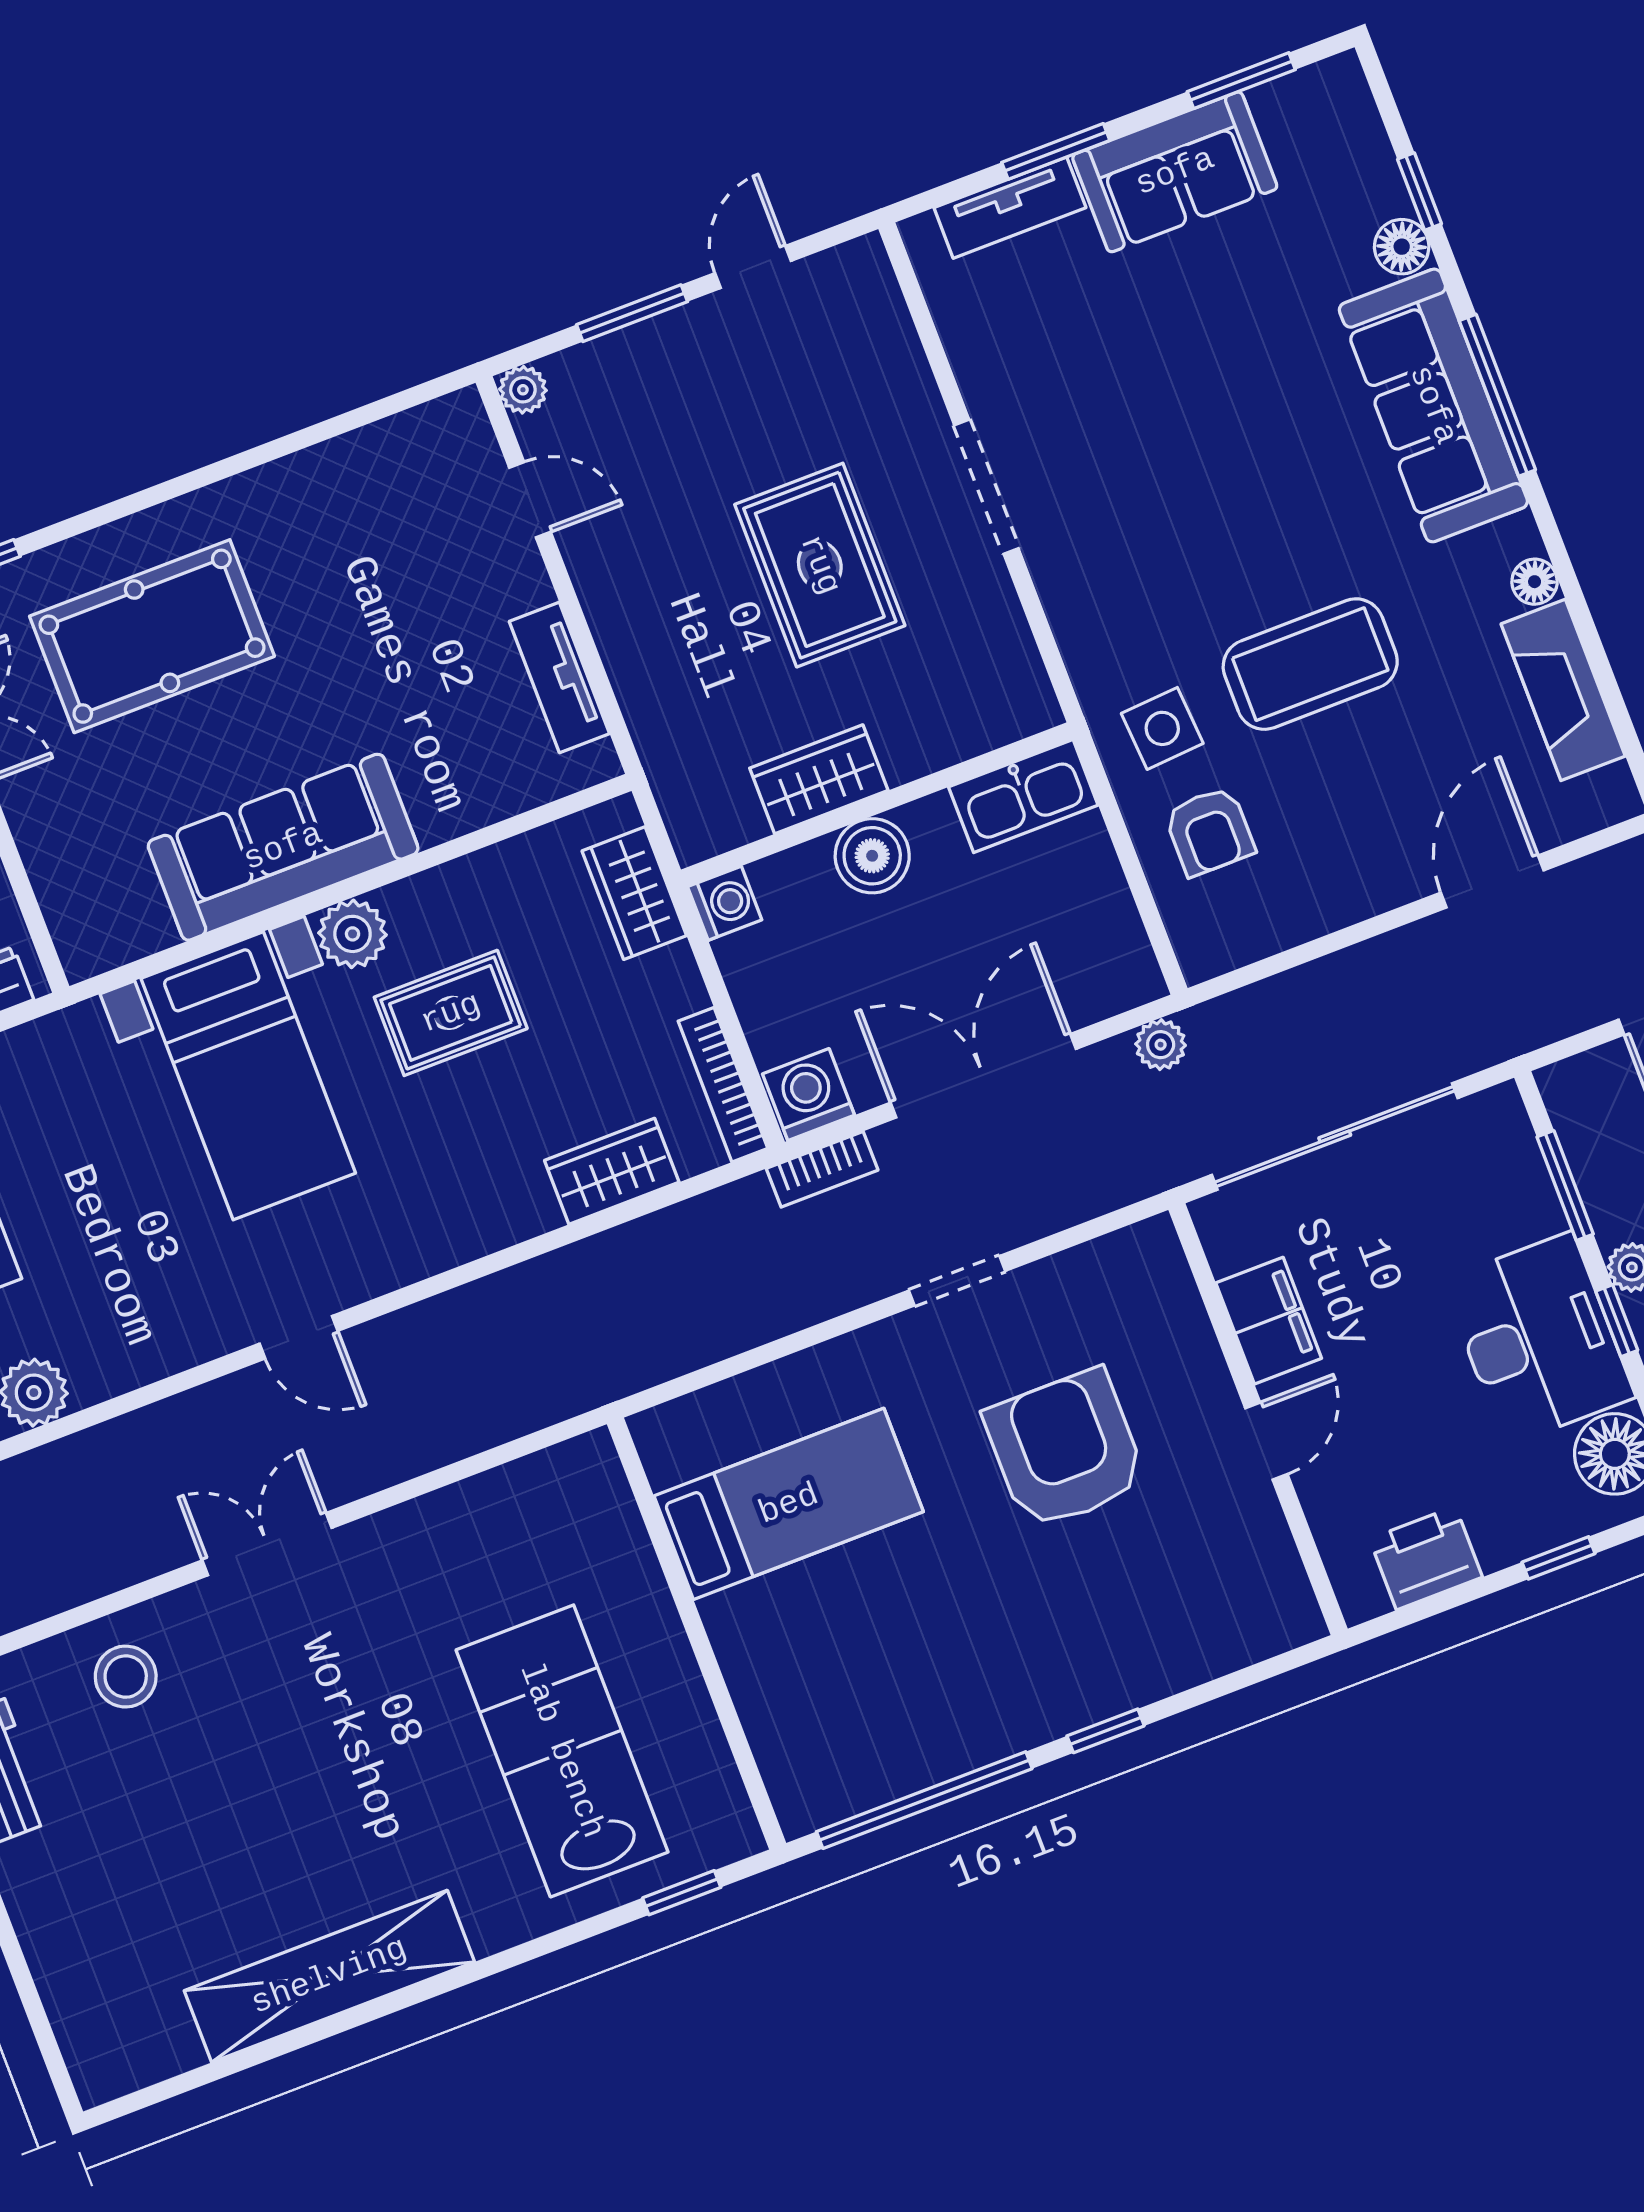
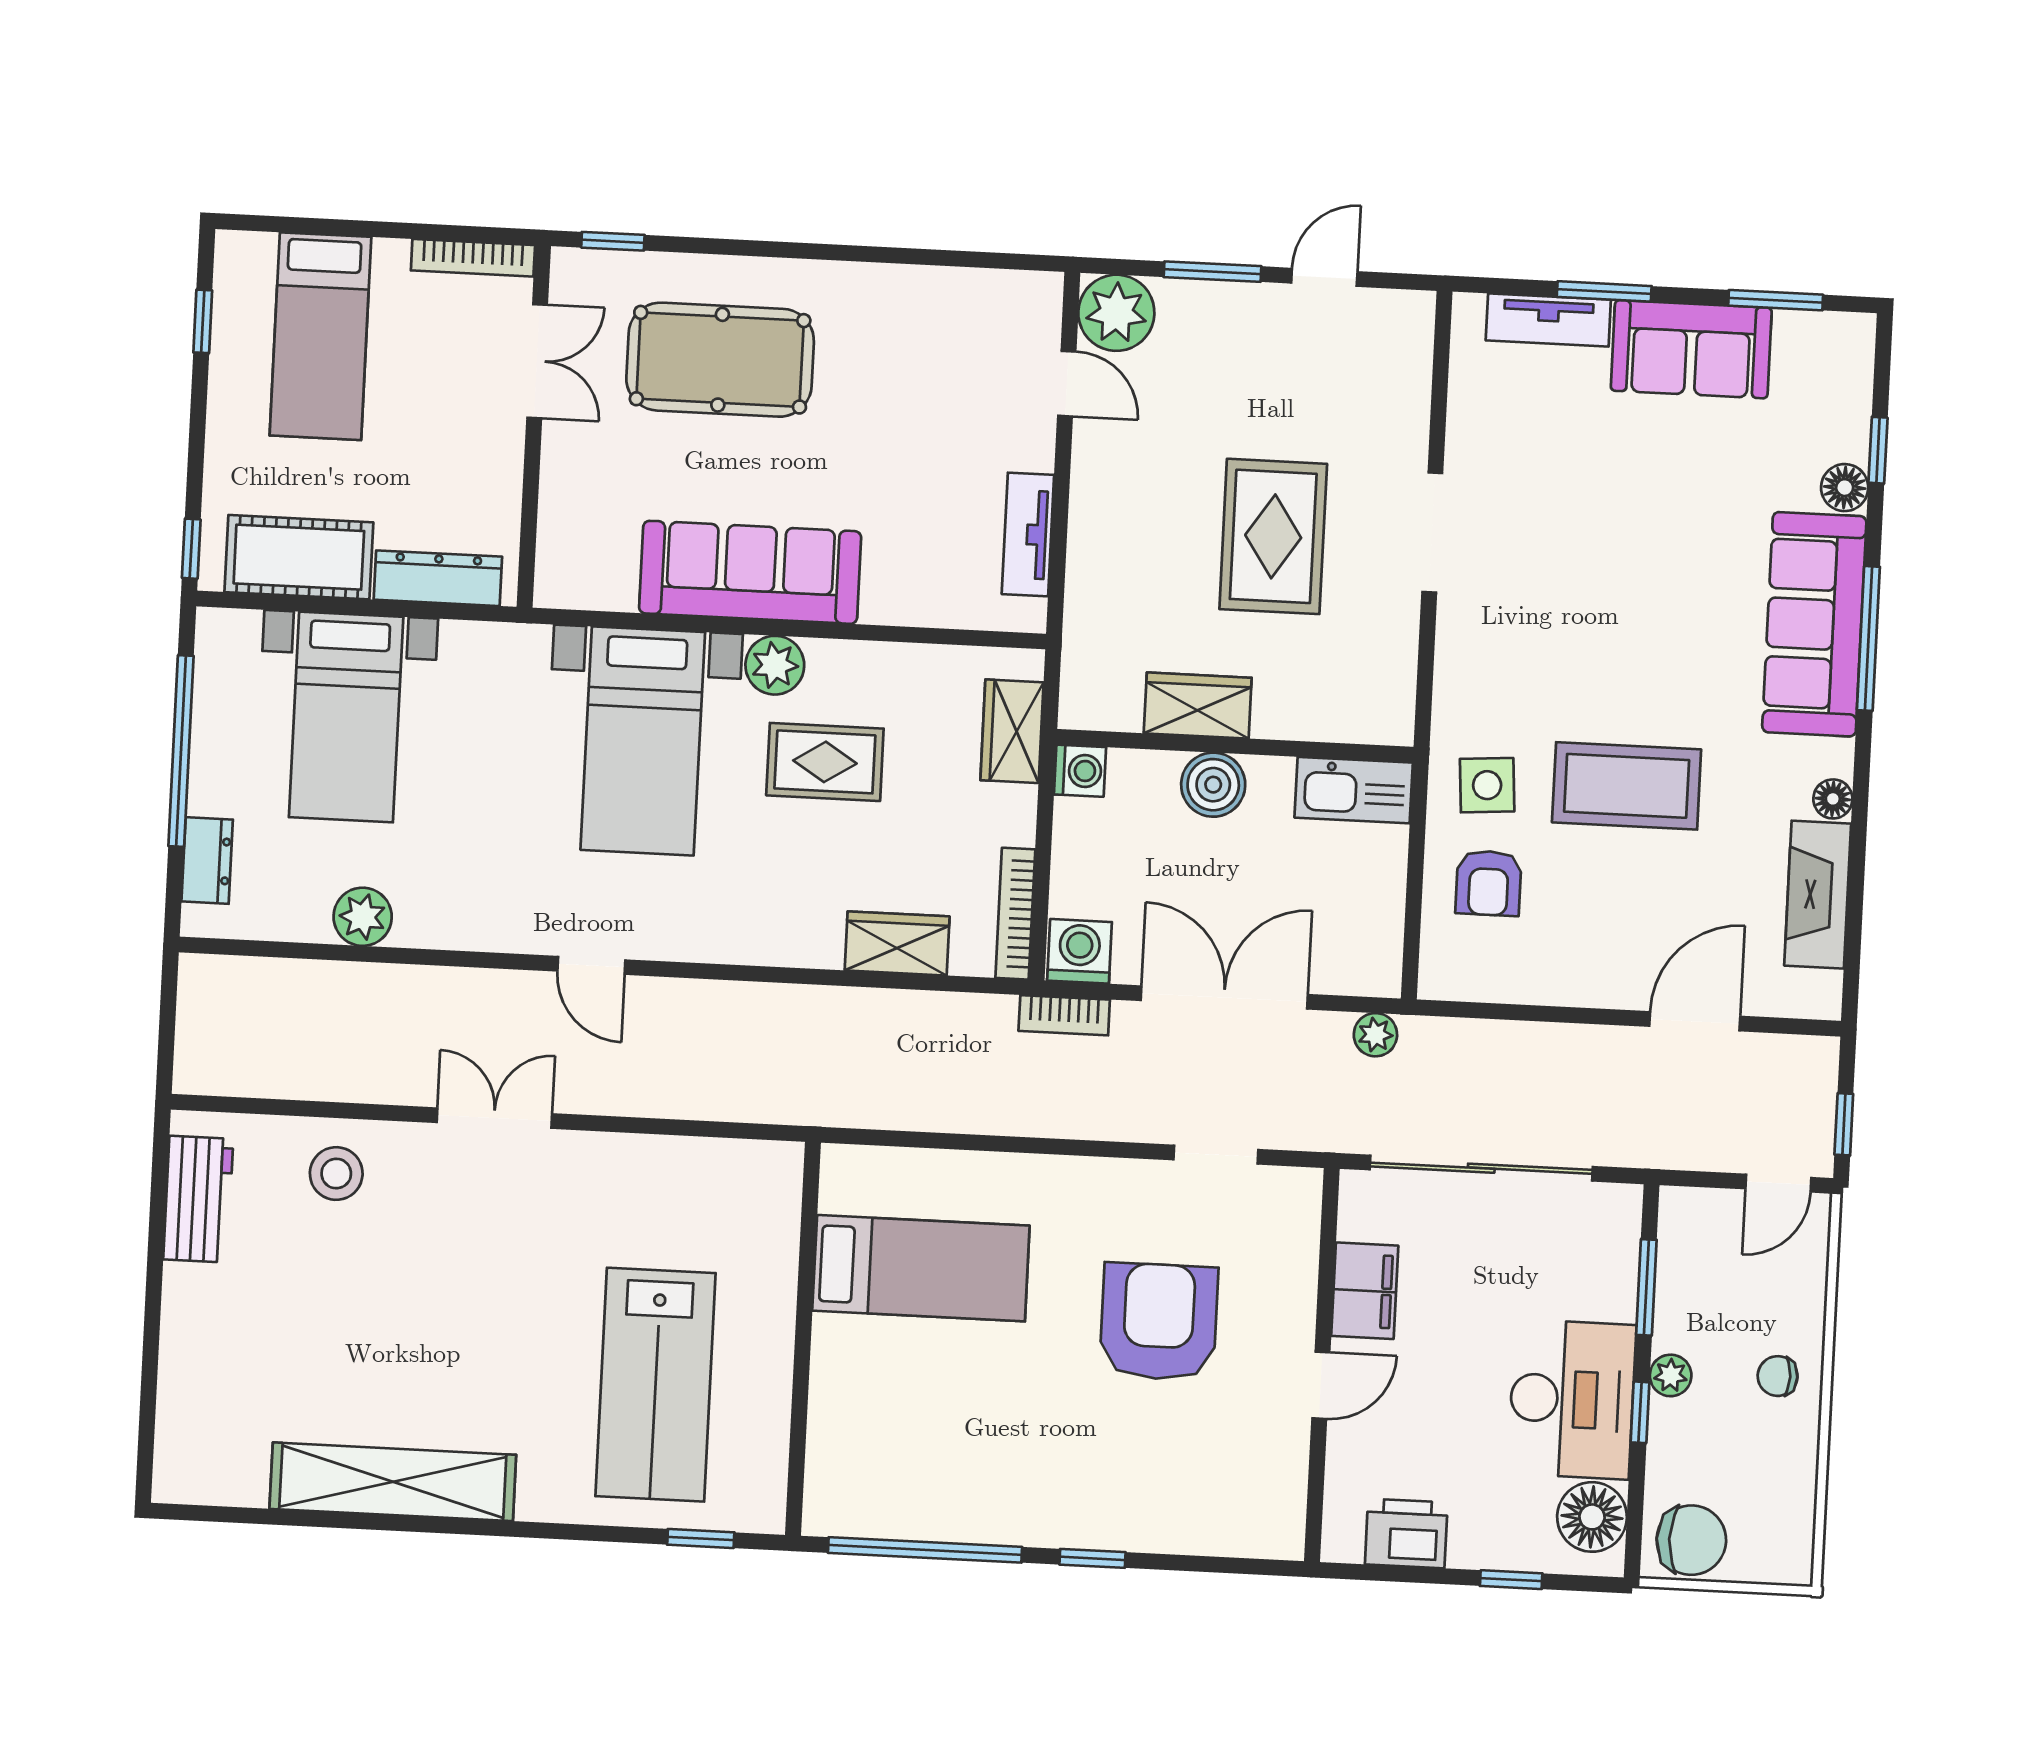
plant: (523, 390) -> (1116, 313), width x1.88, depth x1.88
doorway: (957, 1281) -> (1216, 1155), moved
lab bench: (562, 1751) -> (656, 1385), turned 180

